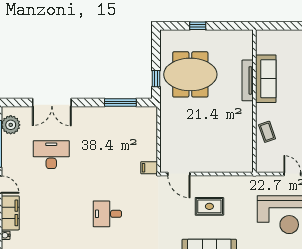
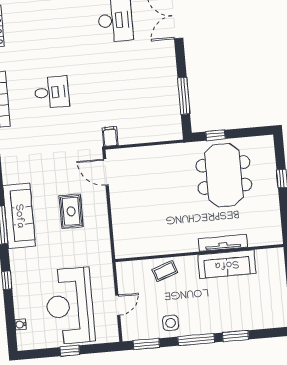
door: (179, 174) -> (106, 172), hinge flipped
desk: (107, 214) -> (52, 92), turned 90

